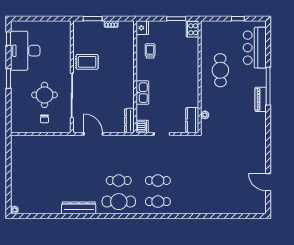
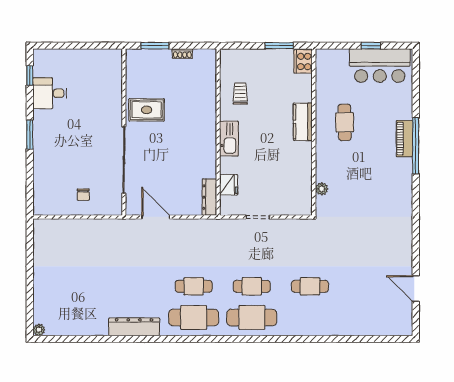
fridge: (142, 28) -> (229, 185), moved
bar counter: (255, 48) -> (380, 66), moved, turned -90
desk: (25, 51) -> (50, 93), width x0.53, depth x0.77
cafe table: (220, 70) -> (345, 122), width x0.73, depth x0.74
kitchen sink: (142, 93) -> (229, 139), moved
round table: (44, 95) -> (83, 159), removed
piano: (261, 99) -> (404, 139), moved
kitchen counter: (192, 120) -> (303, 122), moved
dishwasher: (142, 126) -> (229, 206), removed
cafe table: (197, 181) -> (310, 286), added
cafe table: (158, 202) -> (252, 318), width x1.37, depth x1.35

